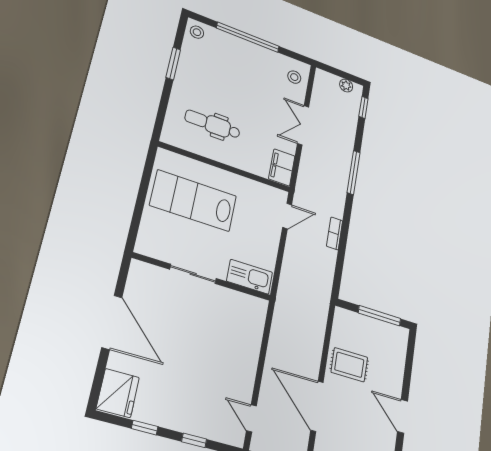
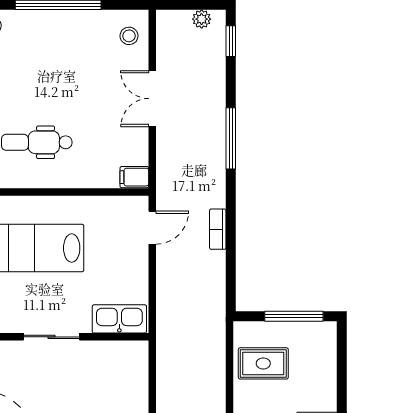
filing cabinet: (282, 167) -> (134, 177), width x0.50
rug: (349, 365) -> (263, 363), moved

